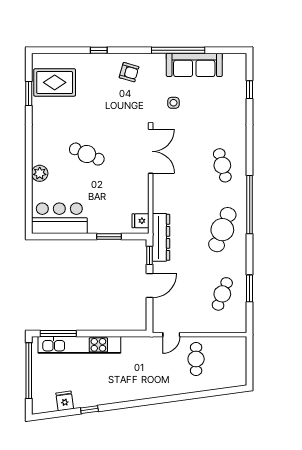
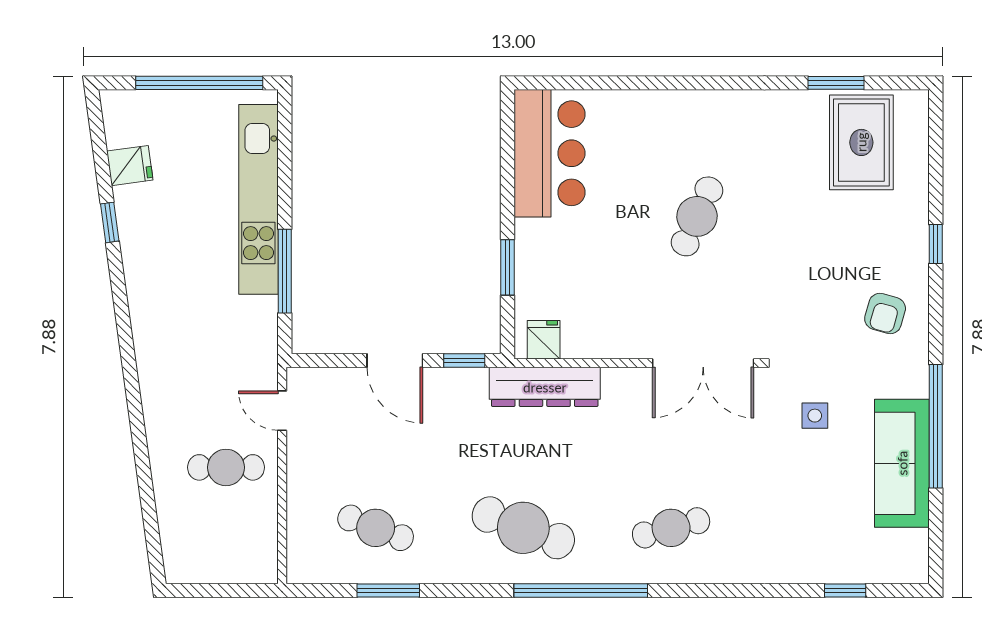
plant: (40, 173) -> (653, 108), removed
dresser: (161, 237) -> (545, 387), moved
window: (58, 333) -> (285, 271), moved

